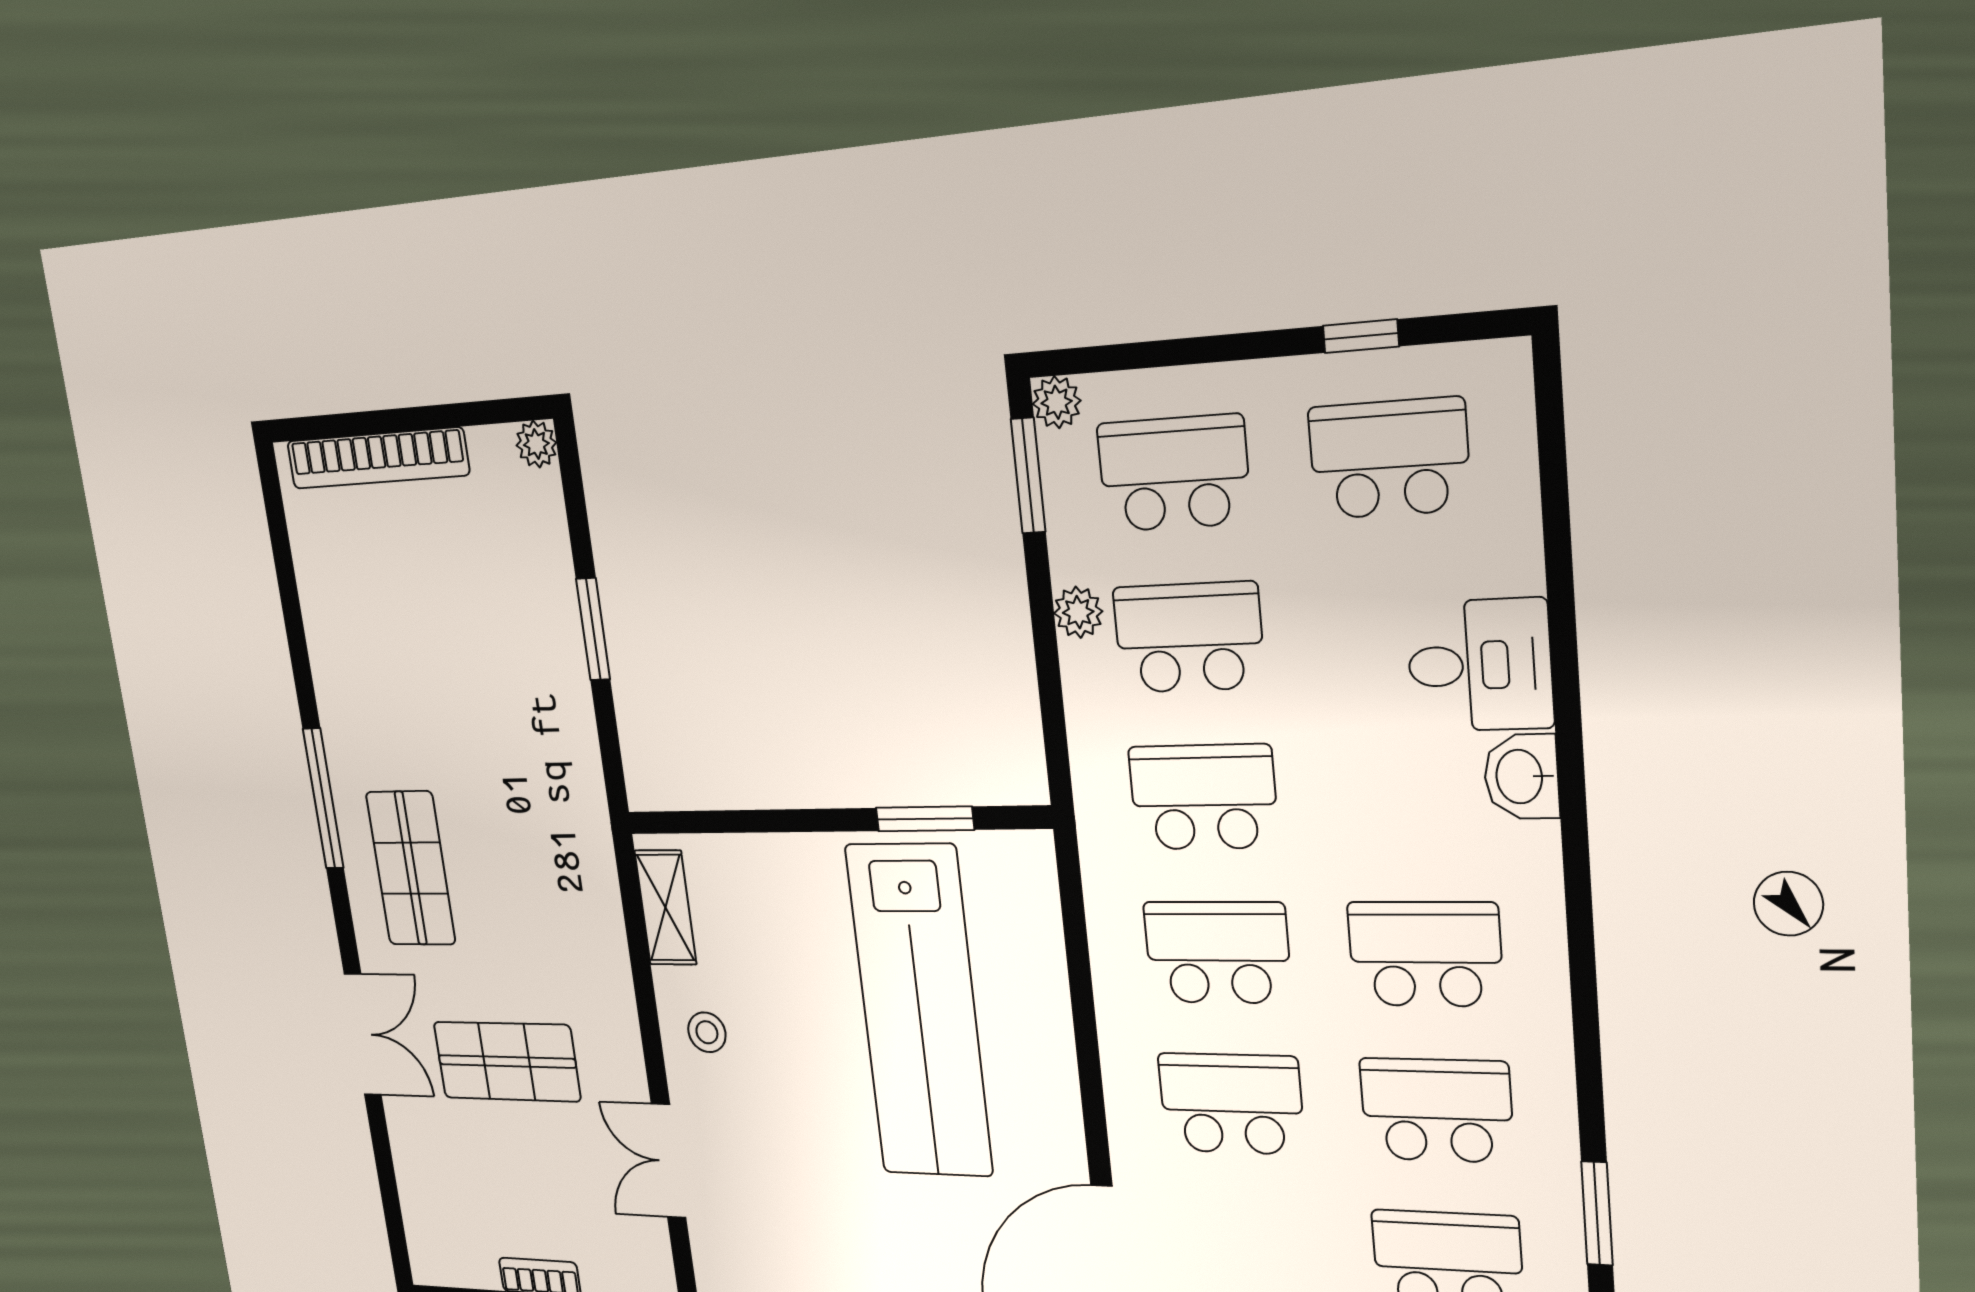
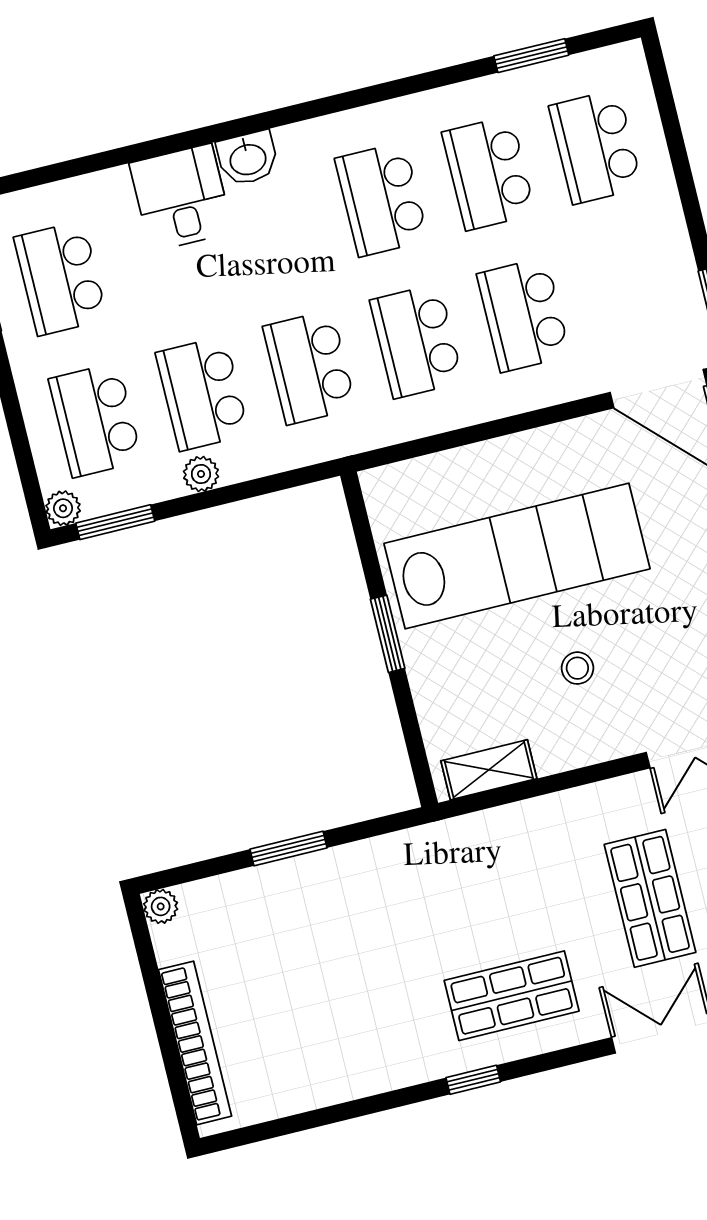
window: (323, 799) -> (473, 1080), width x0.46
window: (925, 819) -> (388, 634), moved
stool: (707, 1032) -> (577, 668), moved

